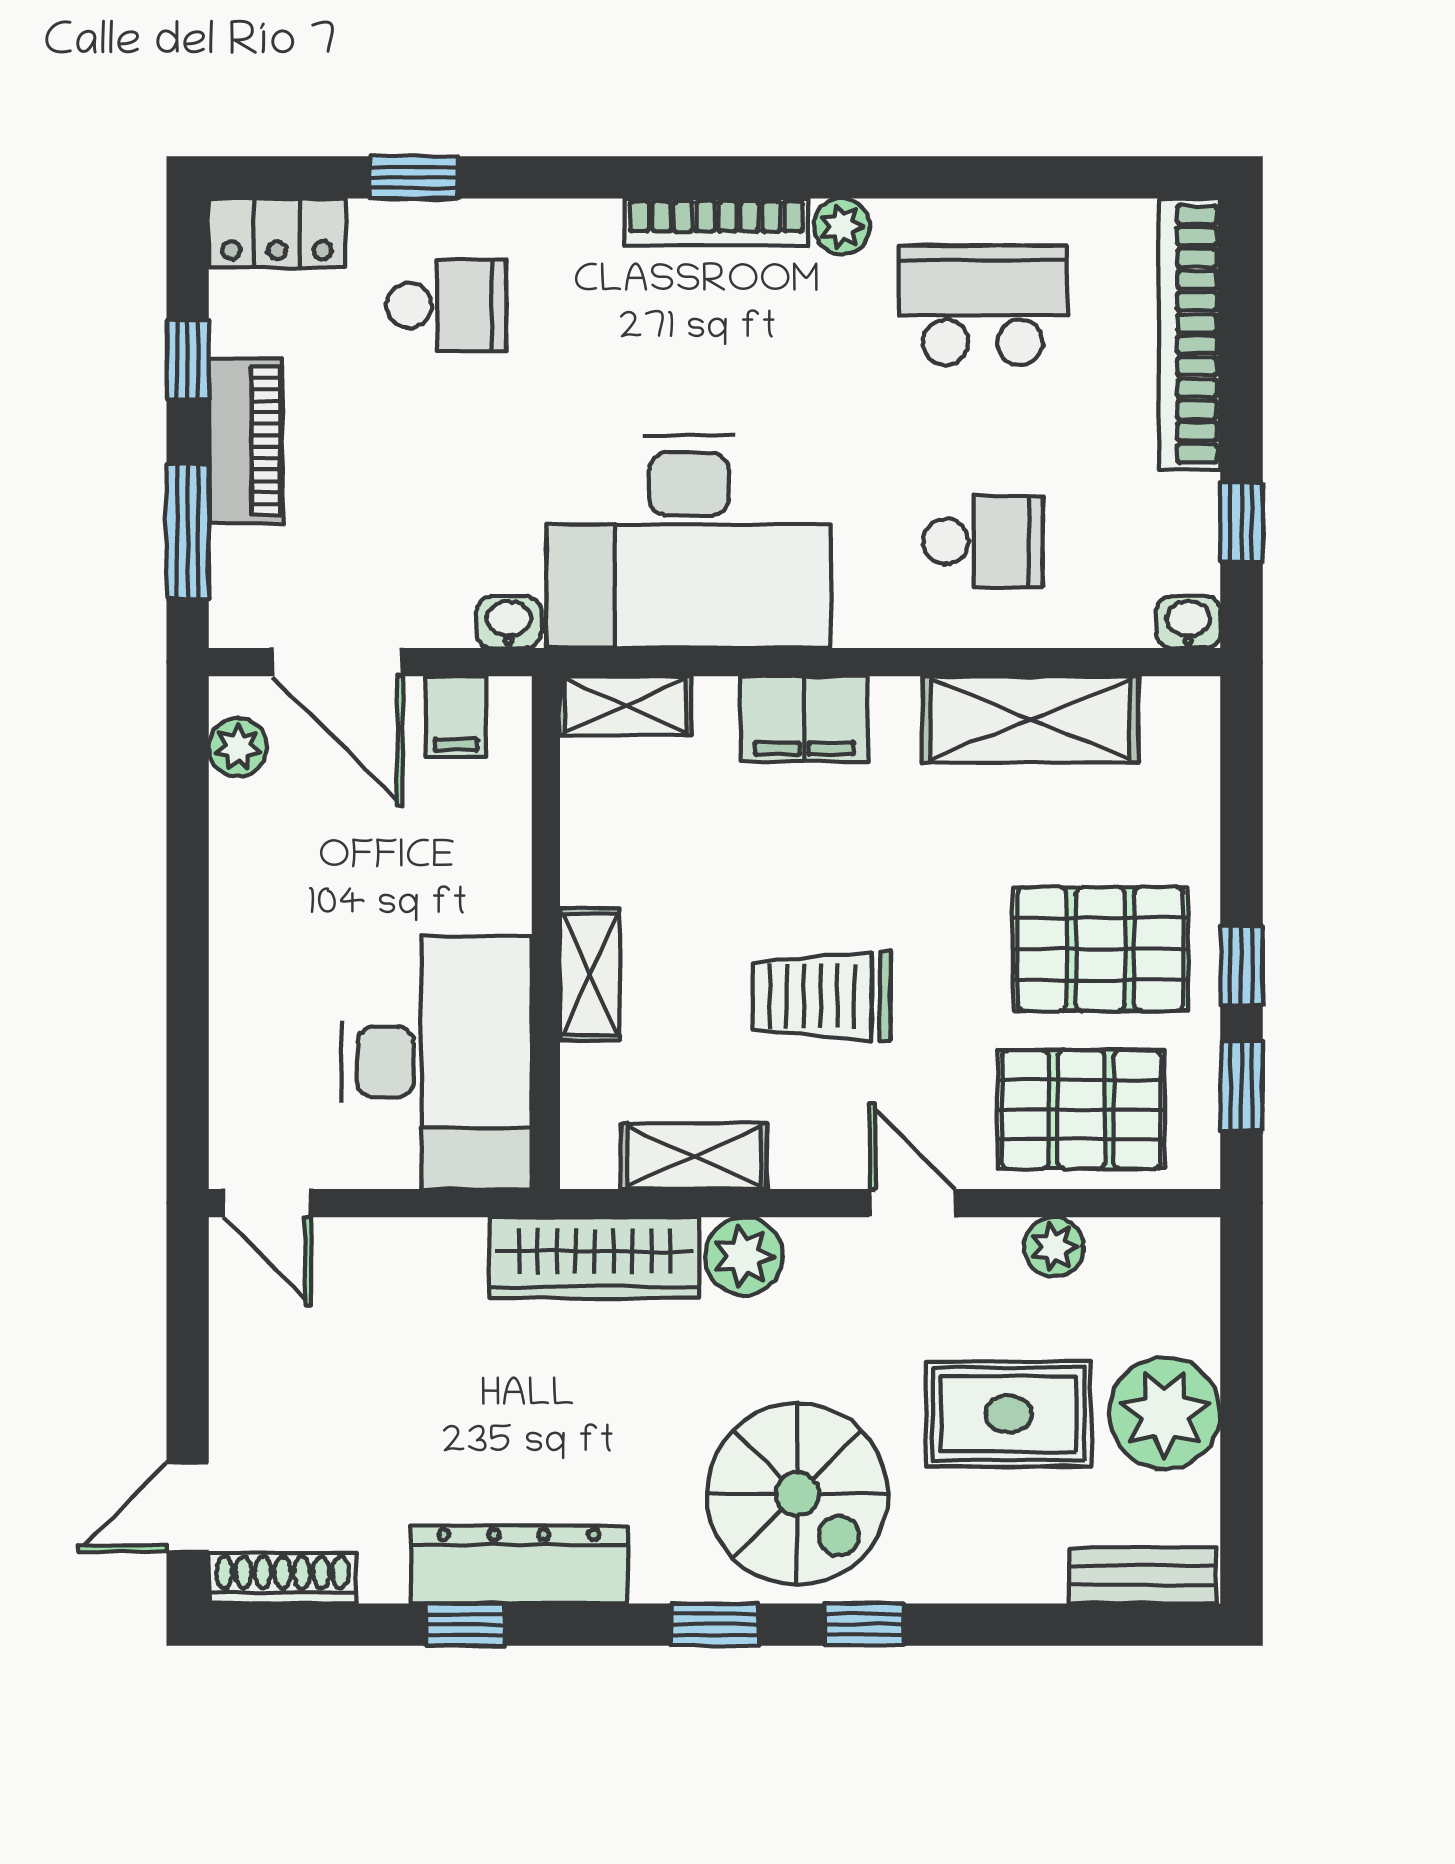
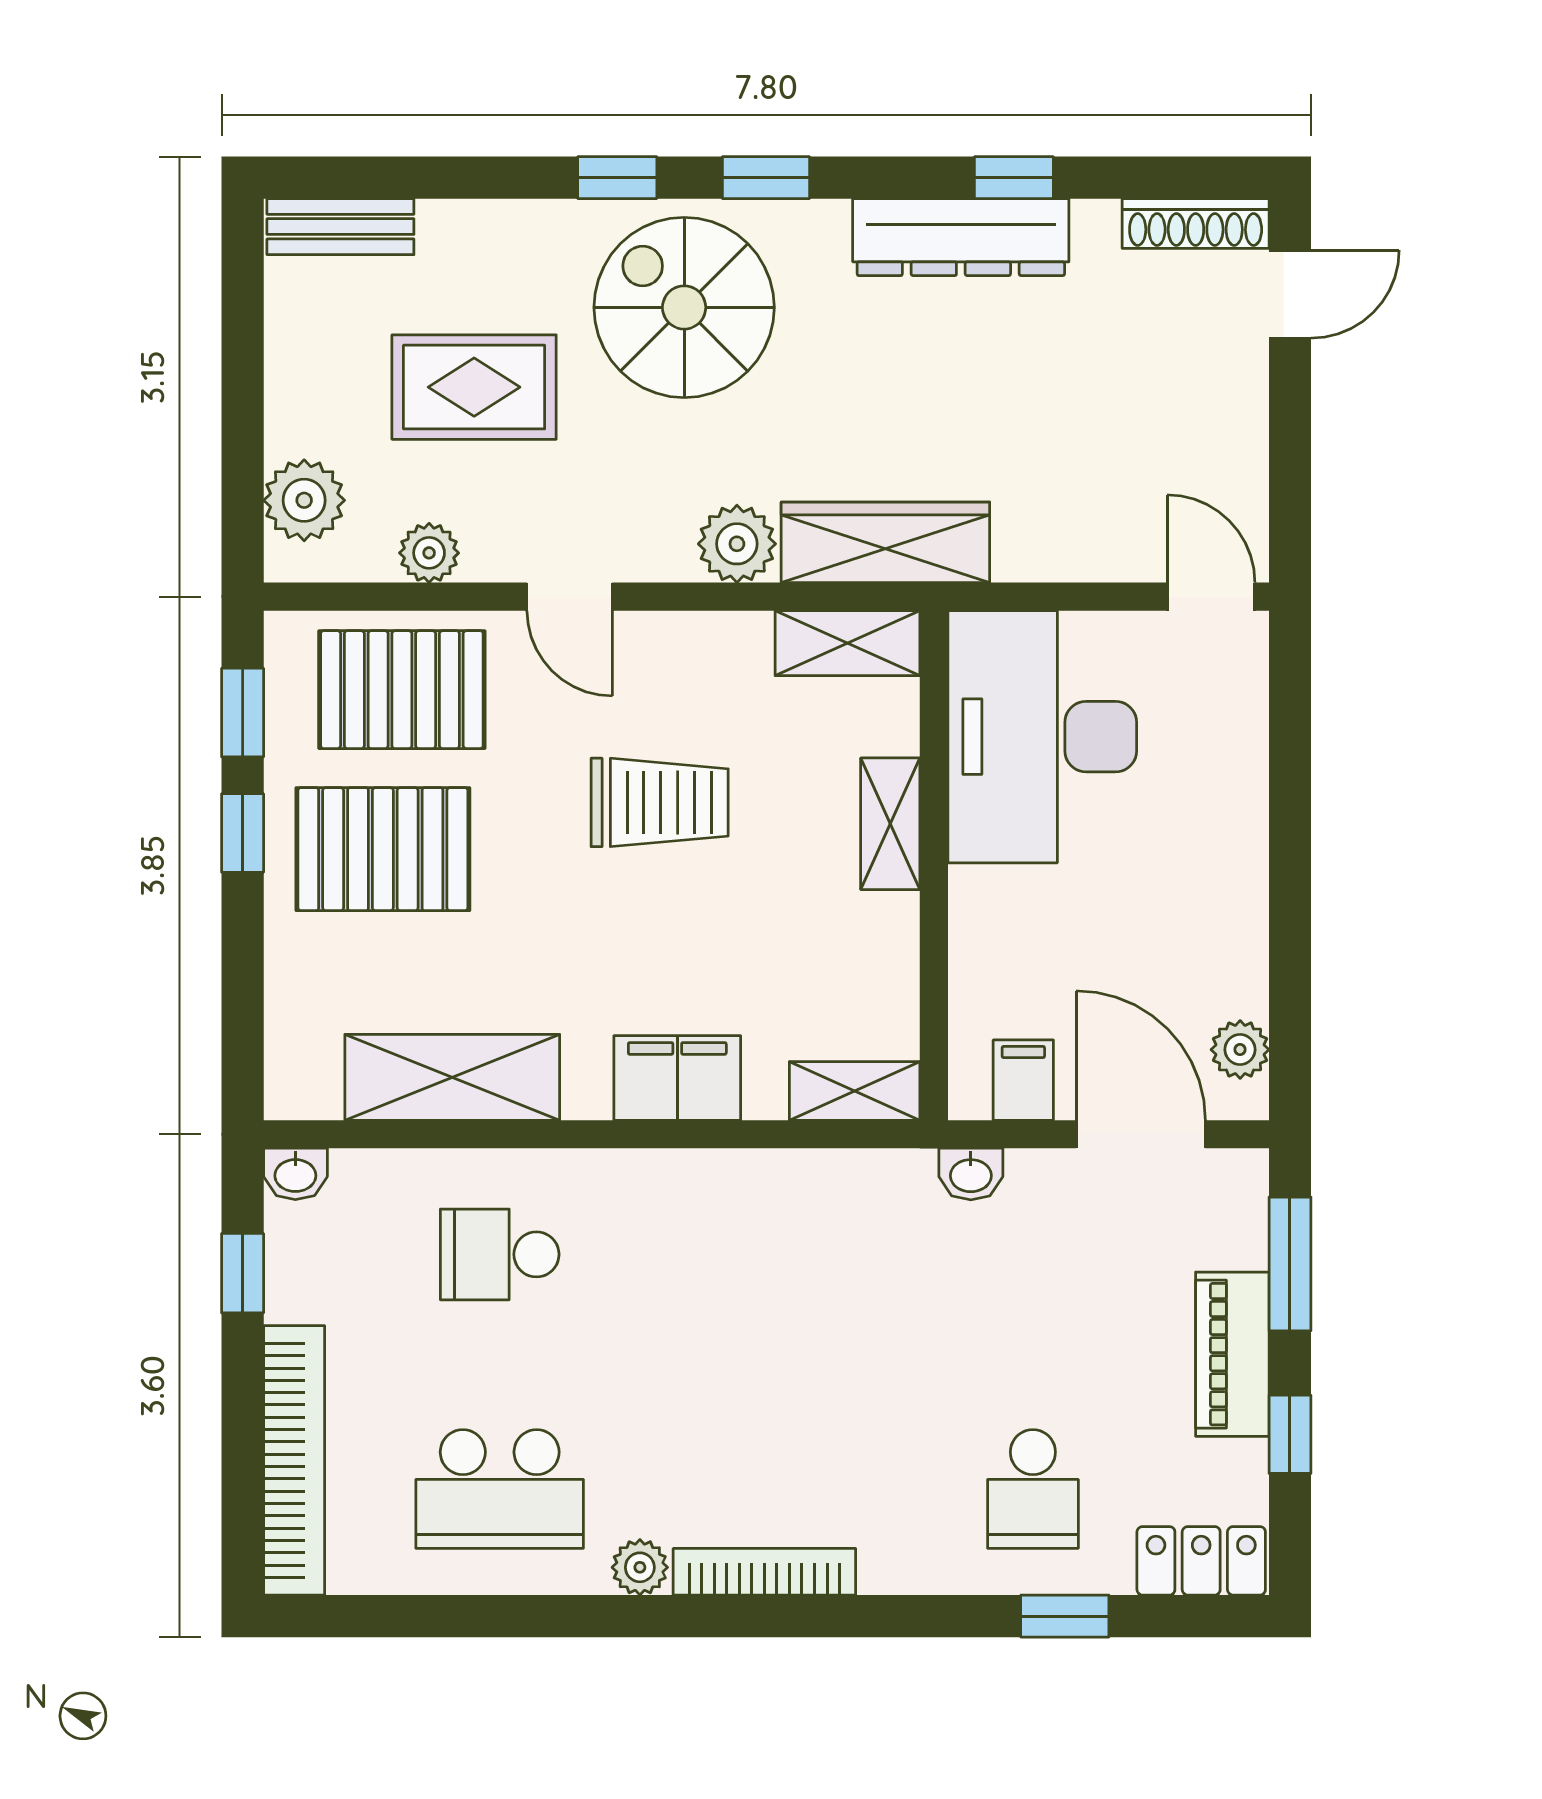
school desk: (446, 305) -> (1033, 1489), turned -90
desk: (689, 542) -> (792, 1254), removed
shelving: (694, 1156) -> (847, 643), moved
plant: (1165, 1413) -> (304, 500), moved, width x0.73, depth x0.73

